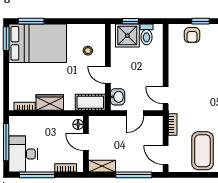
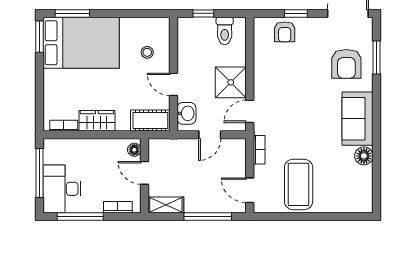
shower: (127, 36) -> (231, 82), moved
door: (166, 95) -> (250, 111), hinge flipped

